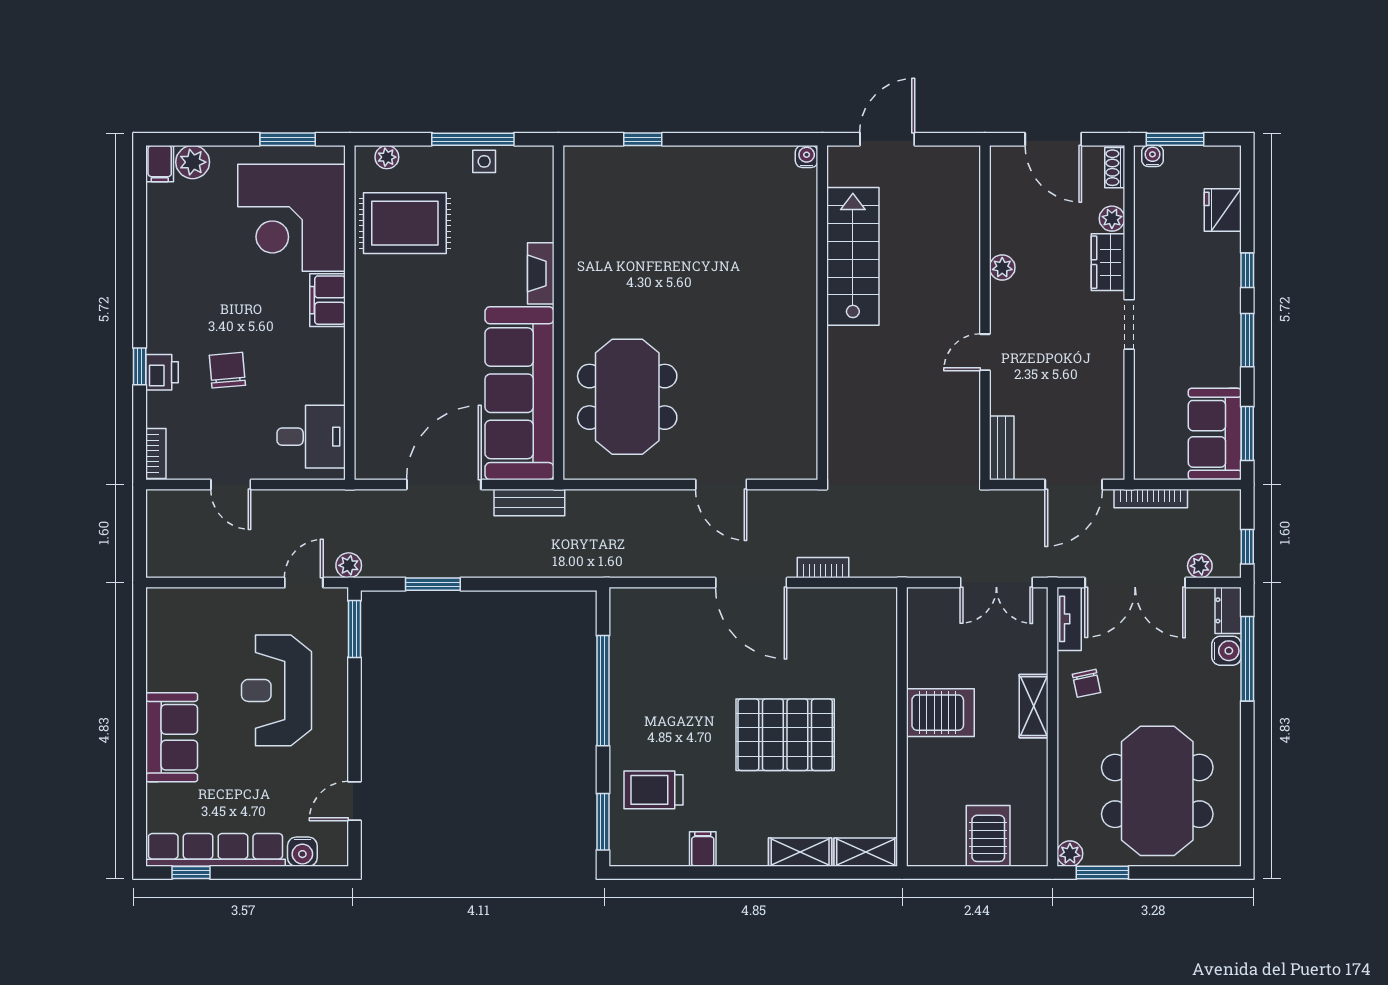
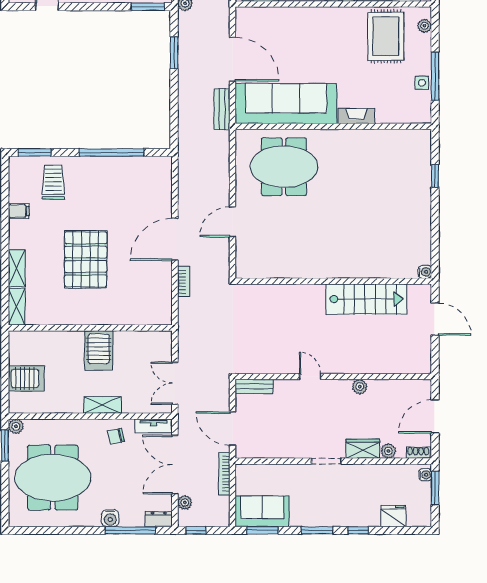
water cooler: (1226, 651) -> (110, 518), moved

